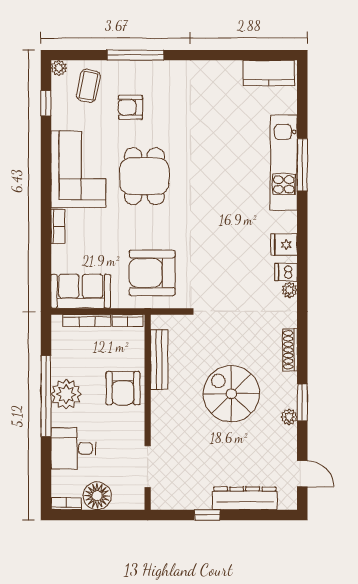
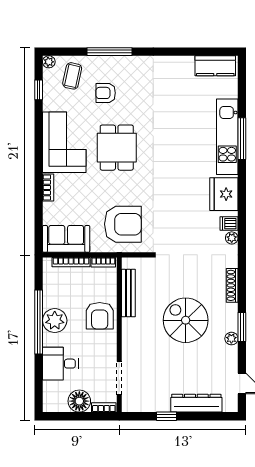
fridge: (284, 245) -> (224, 194), width x1.88, depth x1.34
armchair: (152, 273) -> (123, 224), turned 180
bookcase: (66, 504) -> (104, 407), moved

